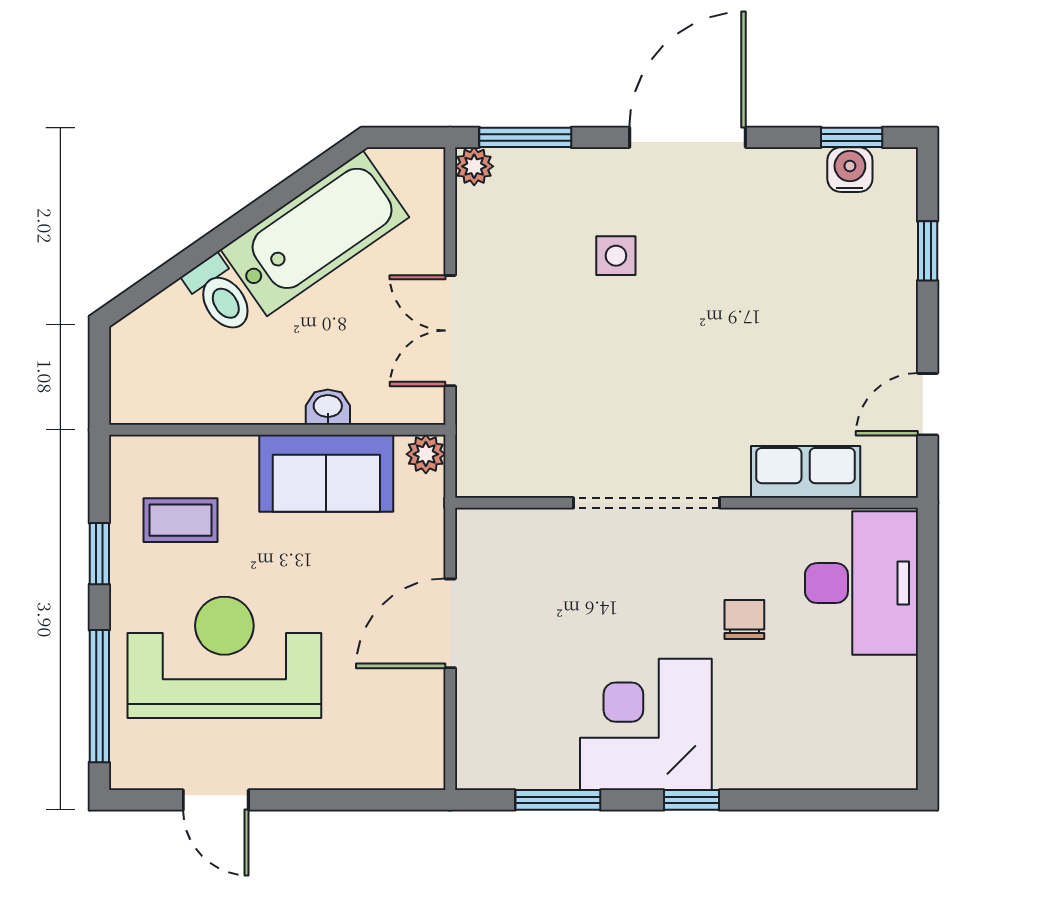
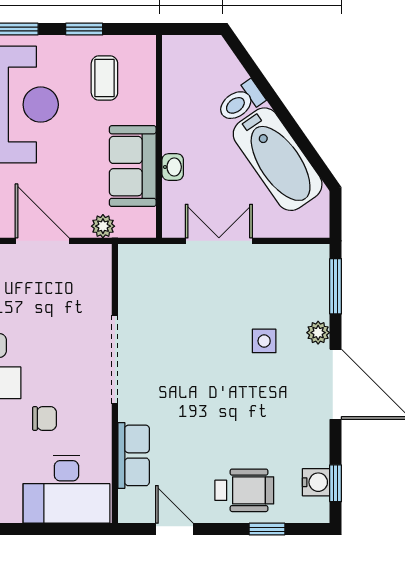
plant: (474, 166) -> (318, 333), moved
wheelchair: (863, 288) -> (244, 490), added
plant: (426, 454) -> (103, 226), moved

